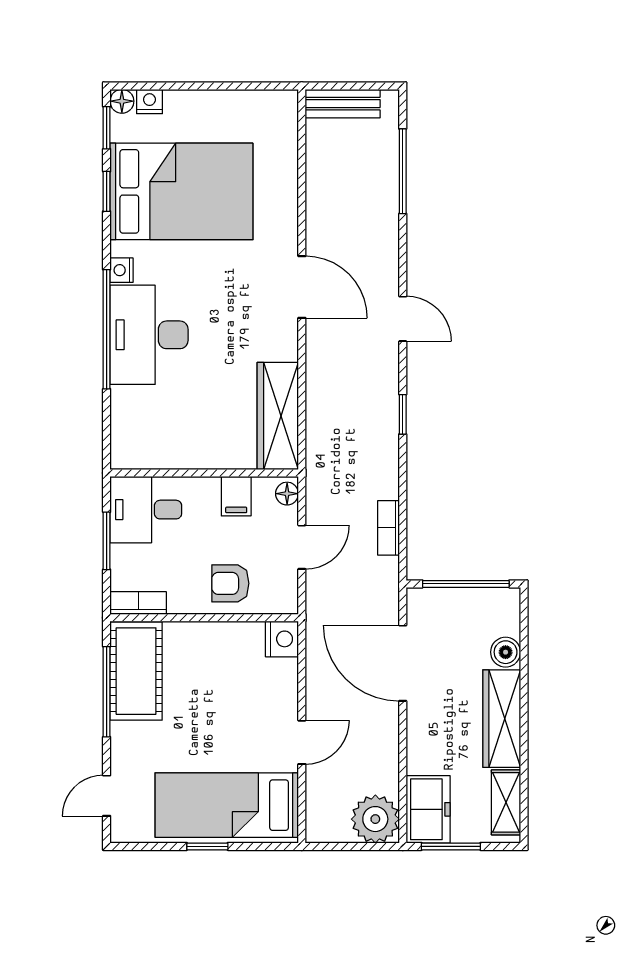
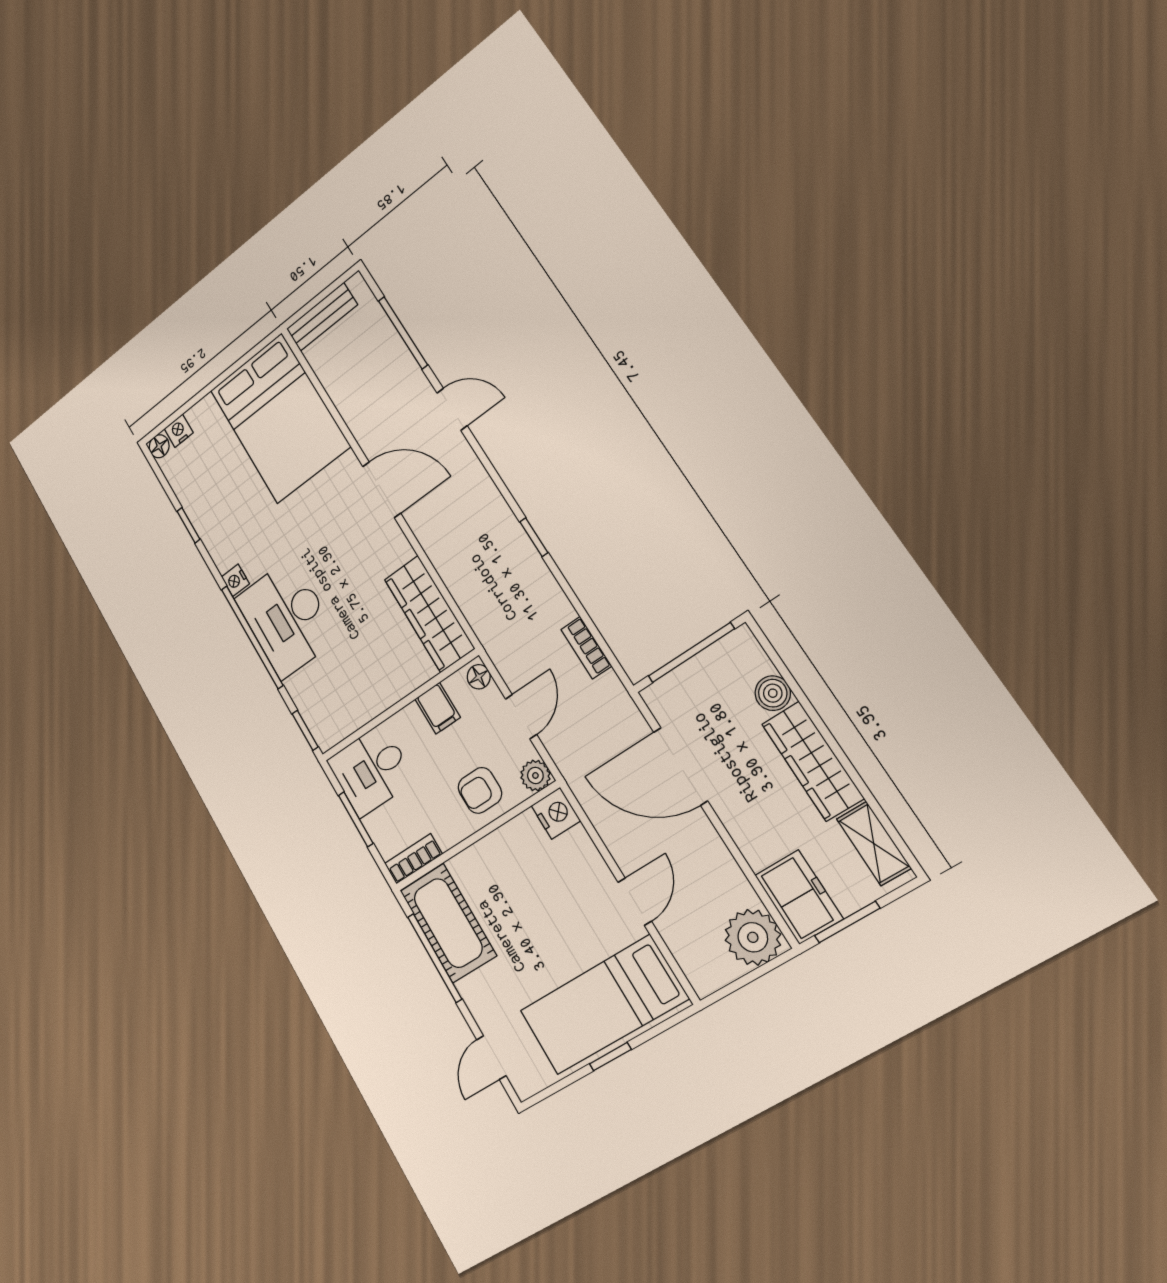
window: (107, 128) -> (305, 730), moved
bed: (181, 191) -> (279, 418), moved, turned 90
door: (403, 319) -> (452, 409), moved
plant: (284, 600) -> (535, 775), added

